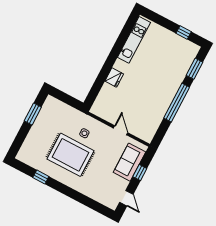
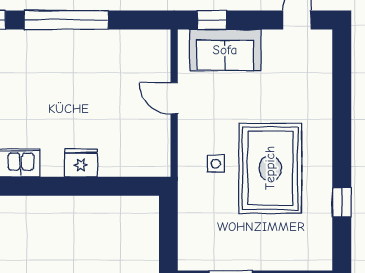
door: (121, 130) -> (174, 98), hinge flipped
window: (140, 173) -> (212, 20), moved

